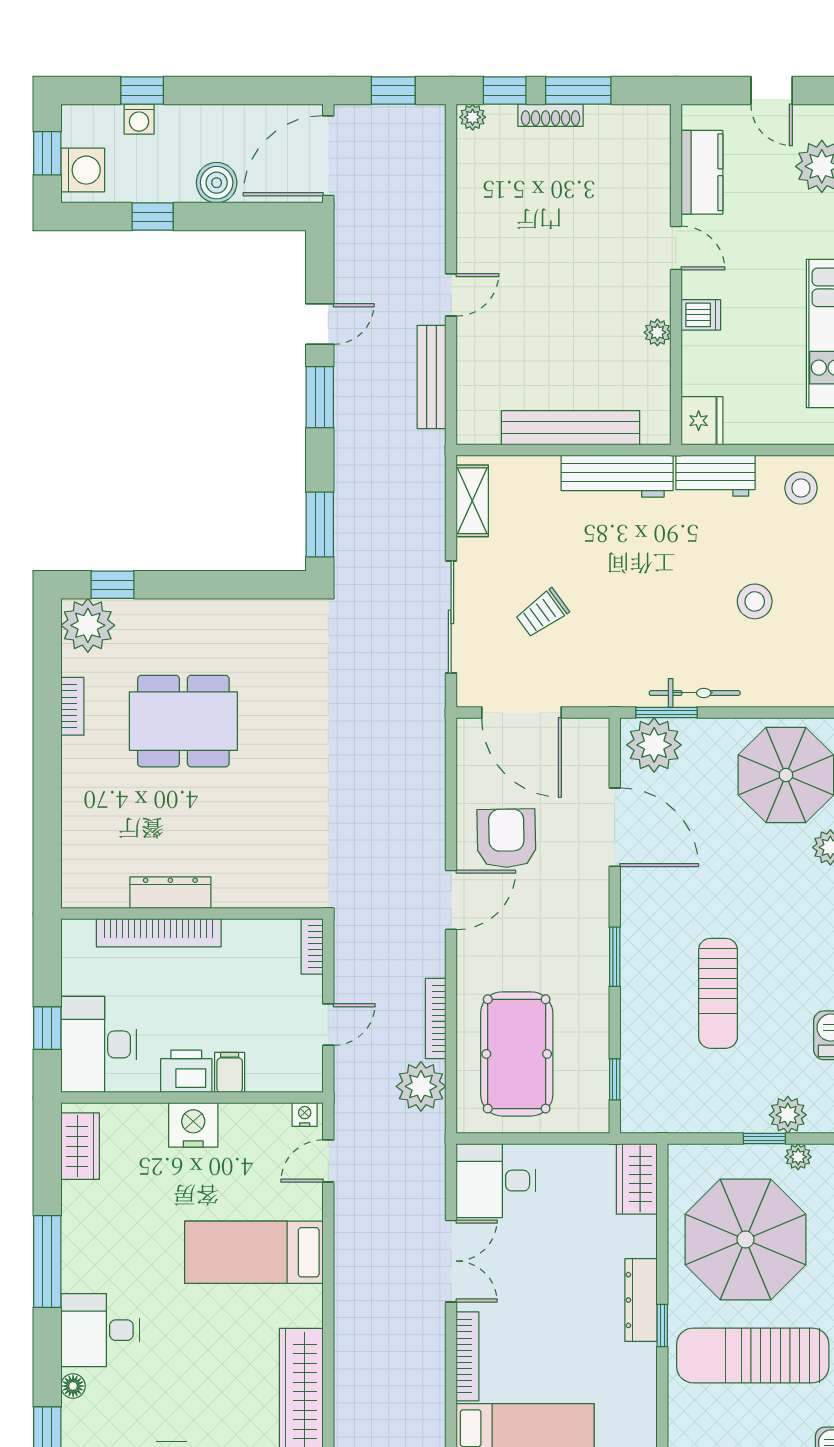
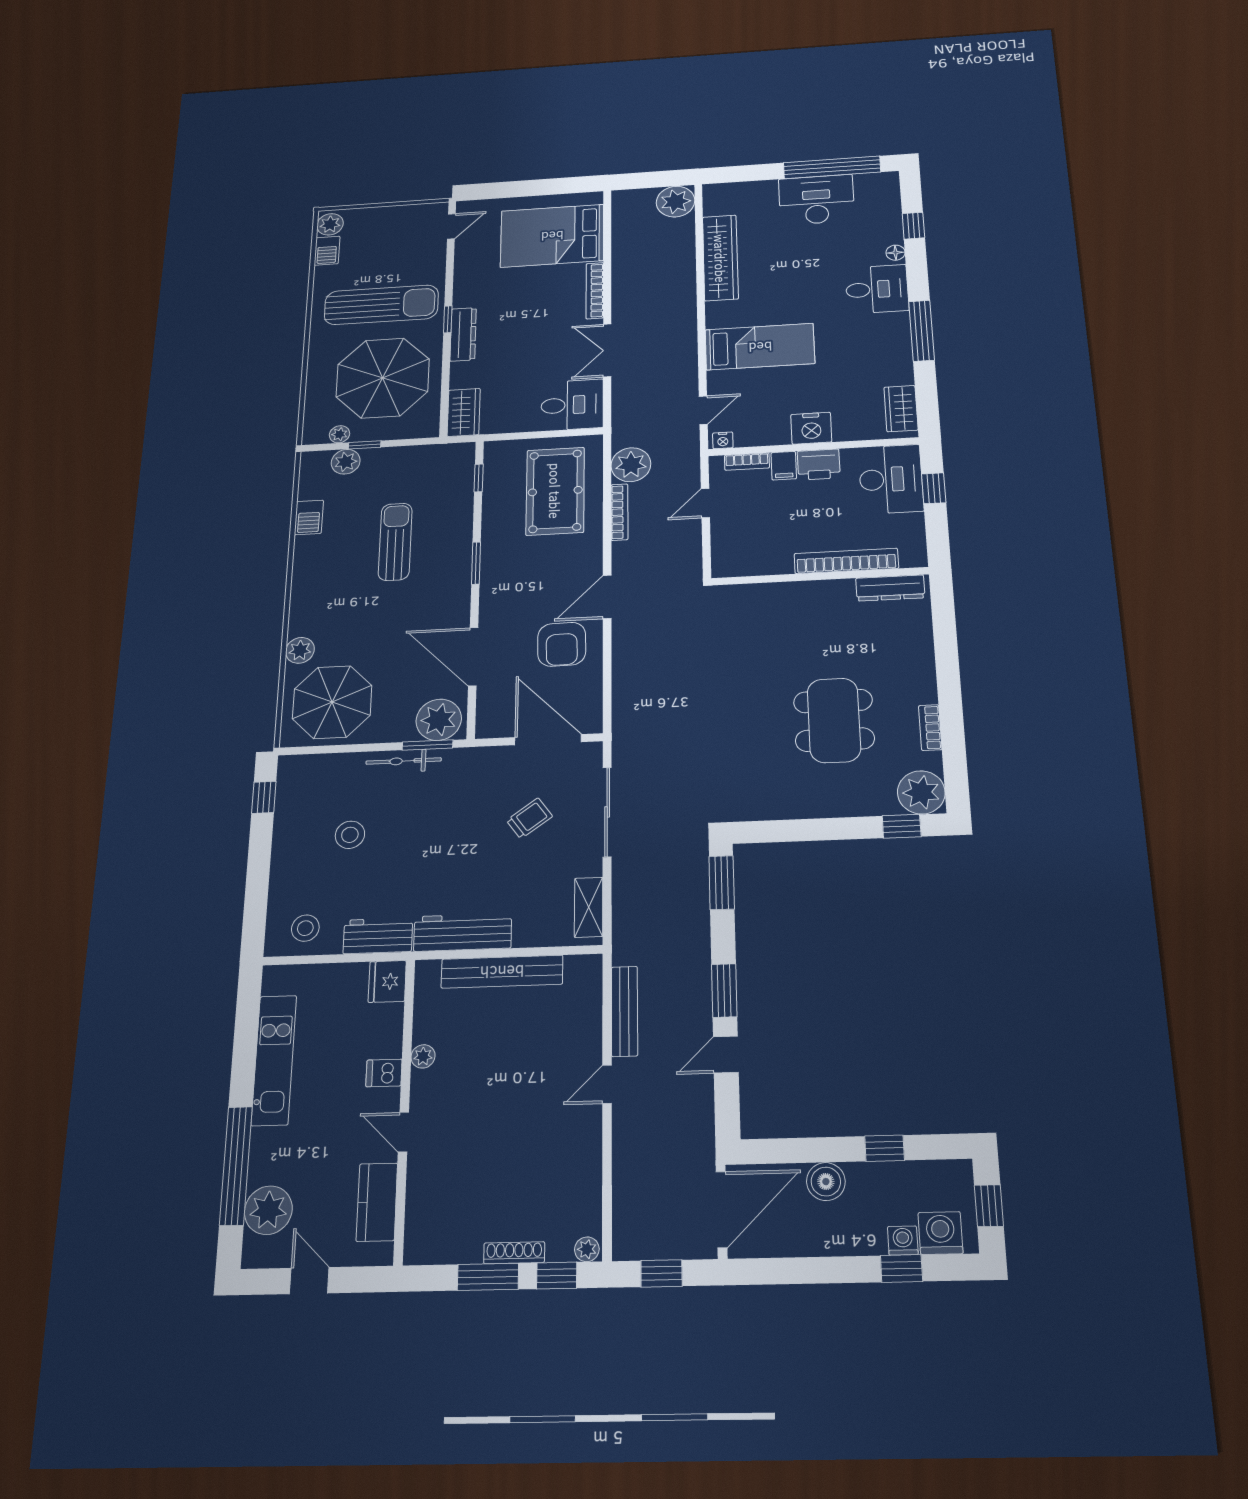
washing machine: (83, 170) -> (940, 1233), moved, turned 90
dining table: (183, 721) -> (834, 720), turned 90
dresser: (170, 893) -> (890, 588), moved
bookcase: (312, 946) -> (747, 462), moved, turned 90

